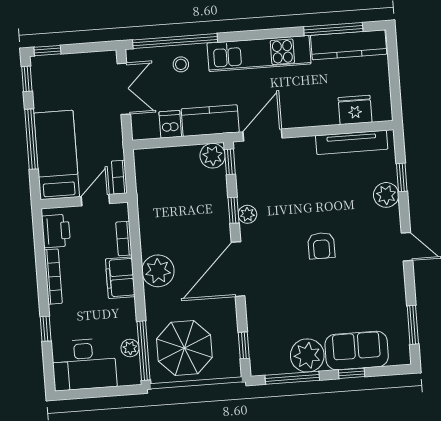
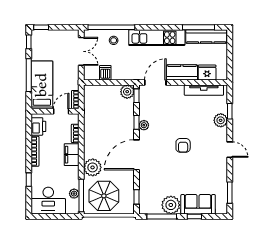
kitchen counter: (210, 121) -> (182, 72), moved
plant: (158, 271) -> (93, 167), moved

